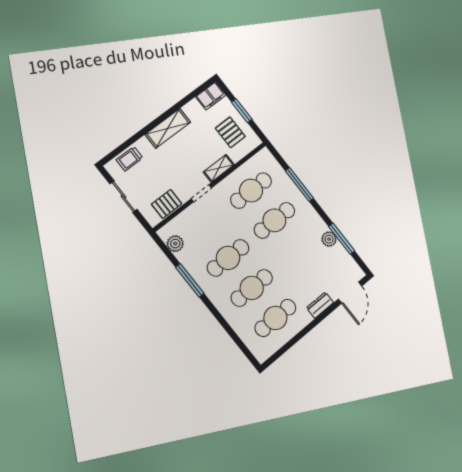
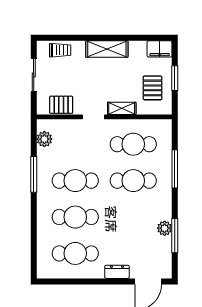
trolley: (130, 159) -> (60, 50), turned 180

